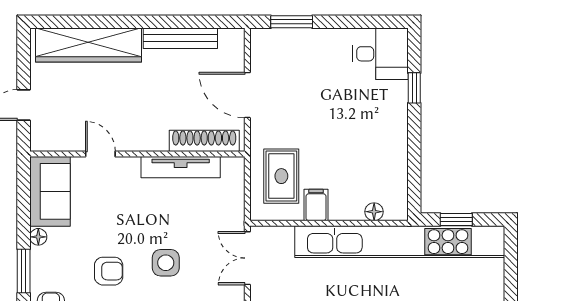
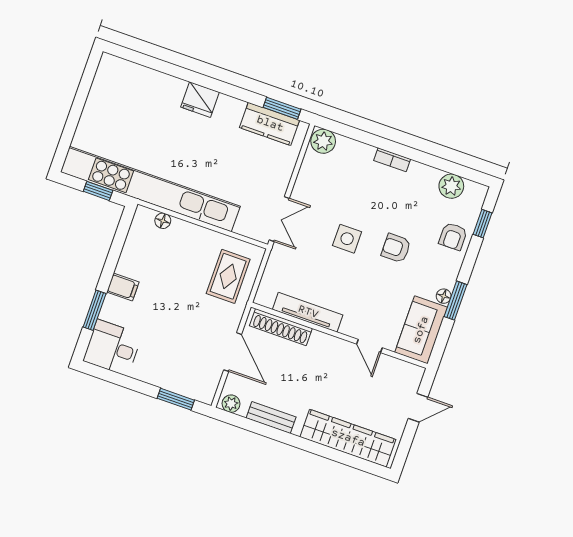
bench: (180, 38) -> (271, 417), width x0.73
plant: (229, 38) -> (231, 404), added
window: (414, 88) -> (95, 310), width x1.50
filing cabinet: (316, 205) -> (123, 287), moved, turned -90
window: (24, 271) -> (456, 301), moved

